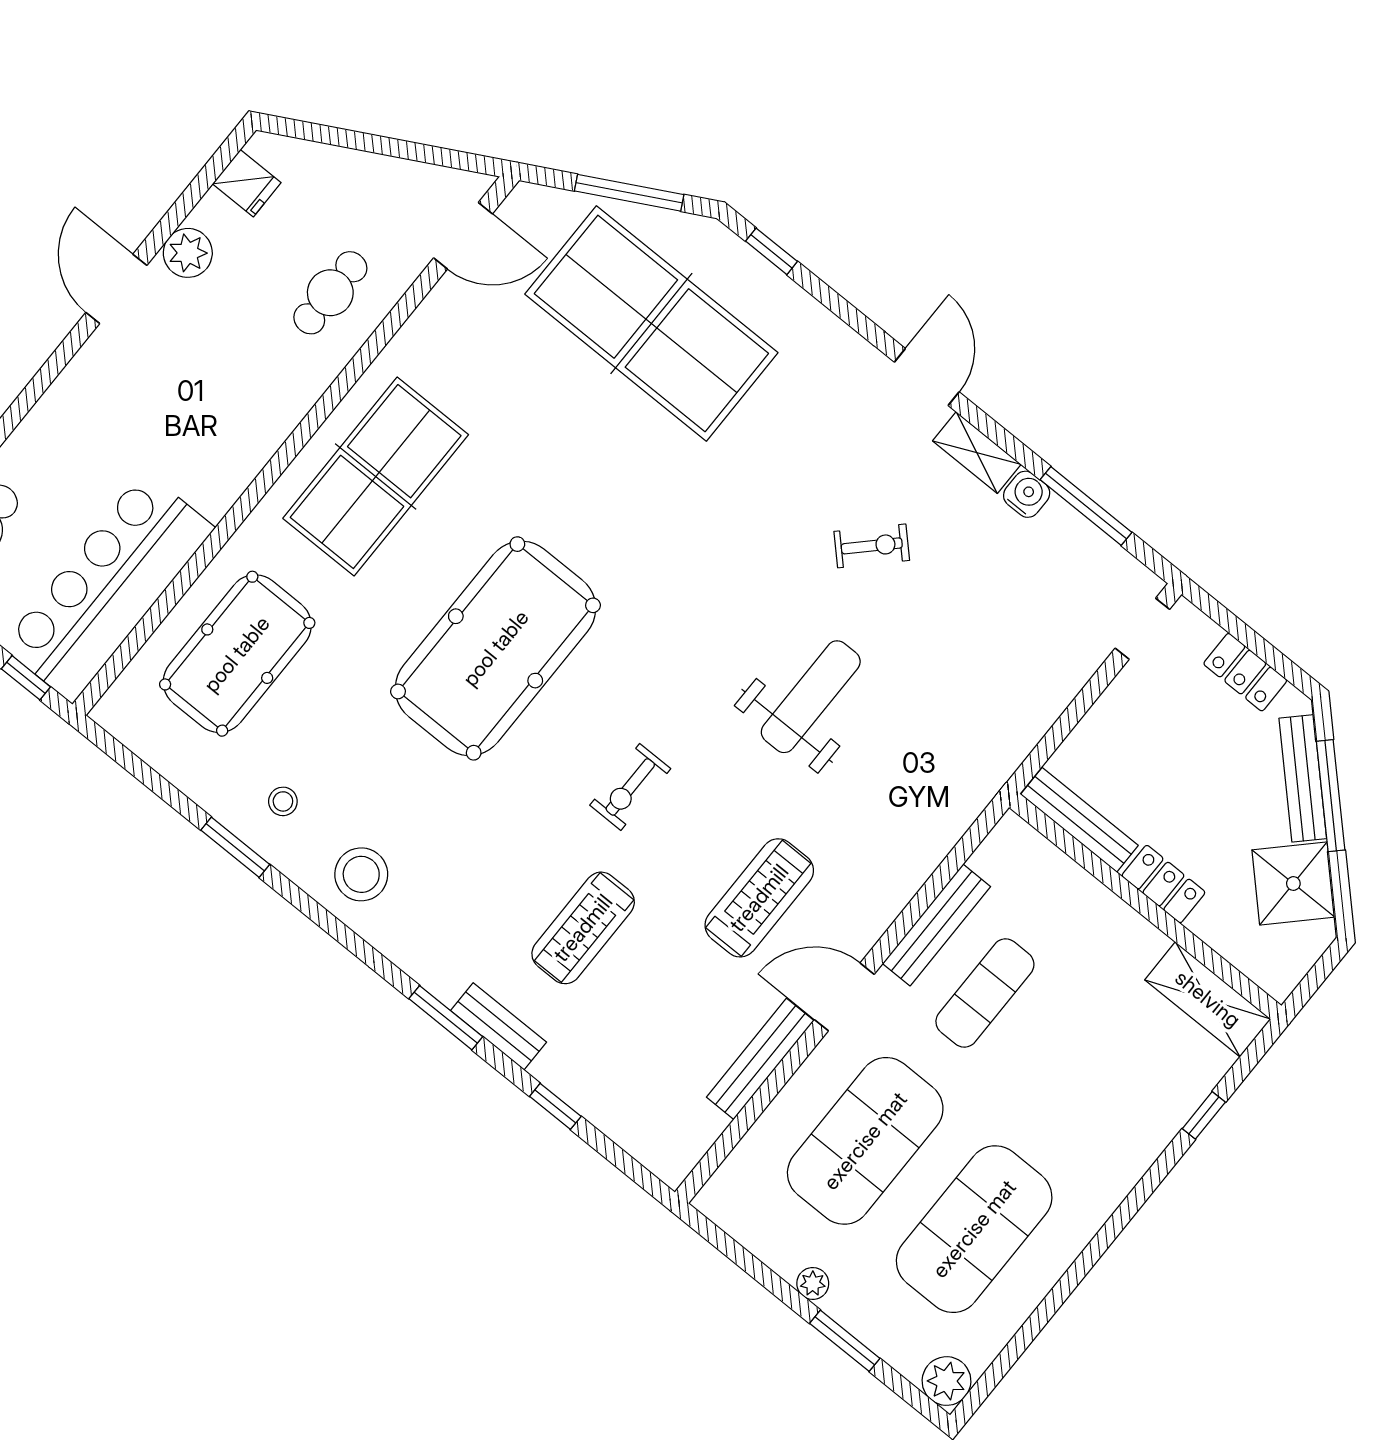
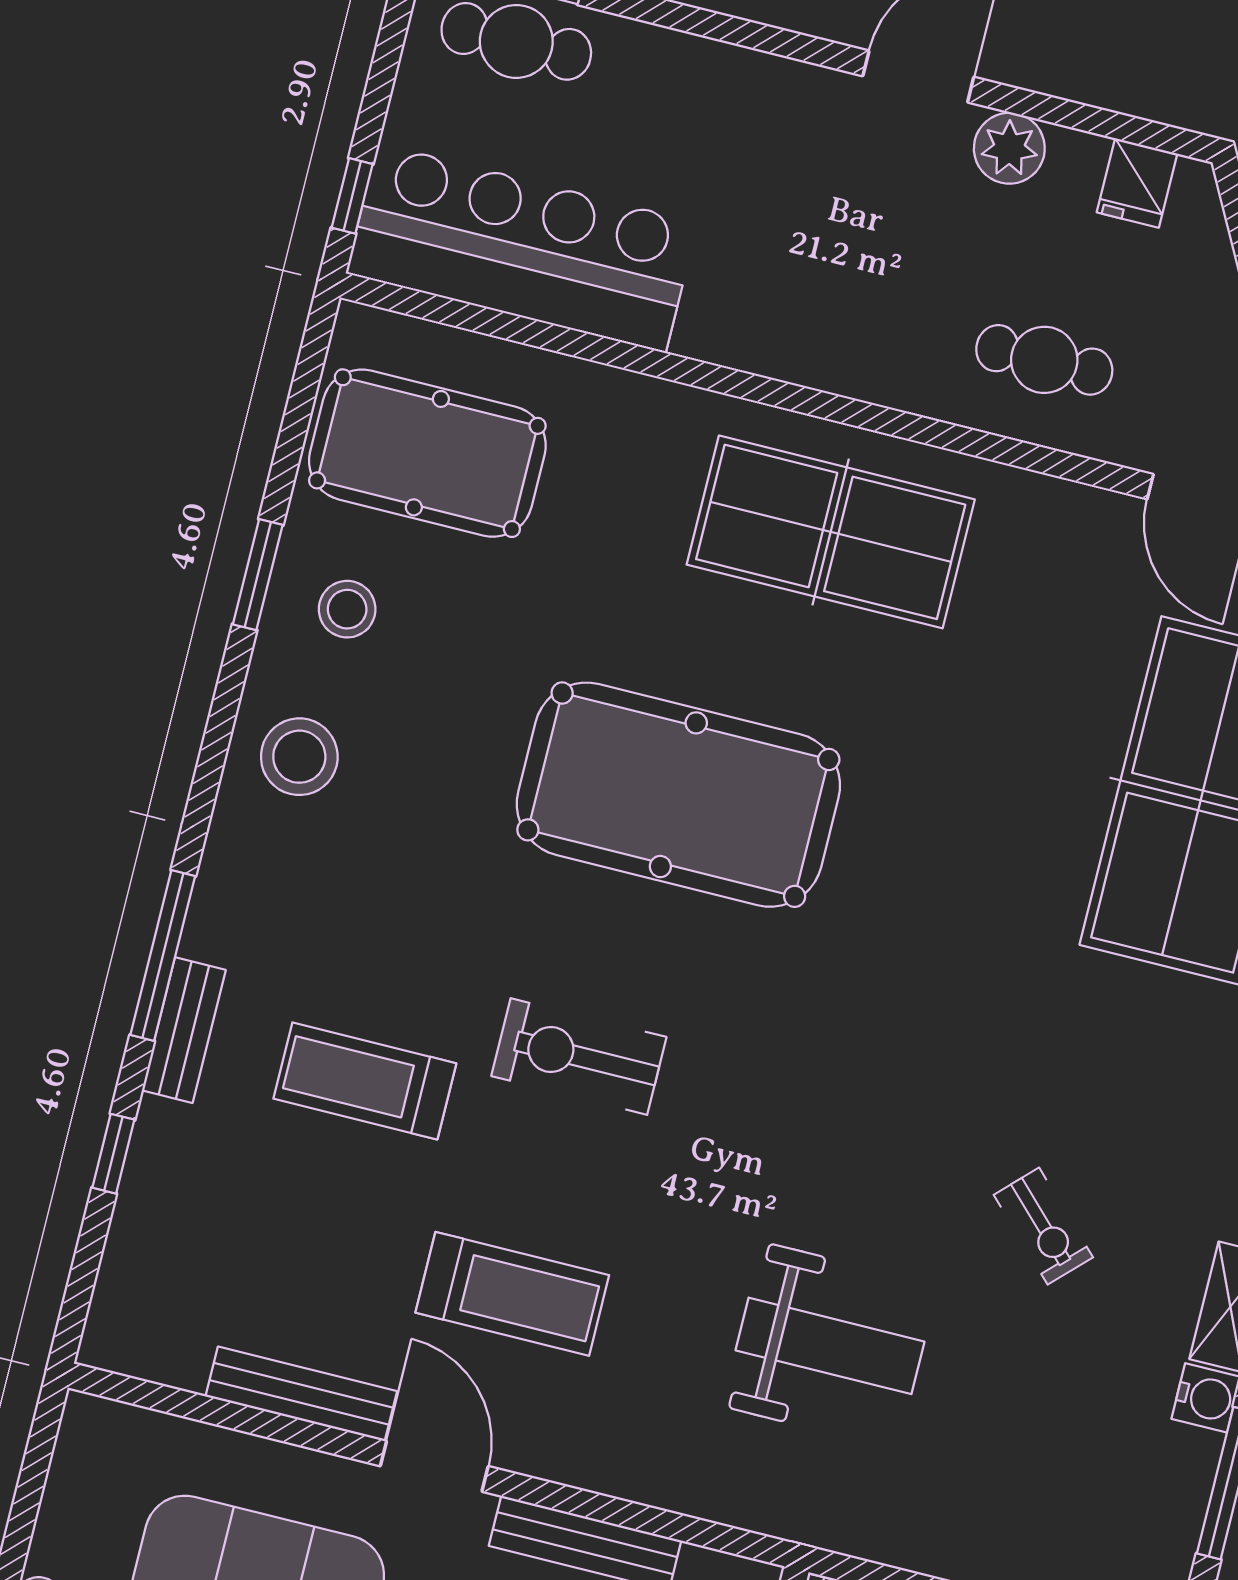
pool table: (237, 654) -> (427, 453), moved
weight bench: (811, 697) -> (830, 1346), moved
exercise bike: (630, 787) -> (579, 1057), width x1.38, depth x1.39
stool: (283, 801) -> (347, 609), width x1.37, depth x1.37
window: (446, 1018) -> (163, 956), width x1.44

